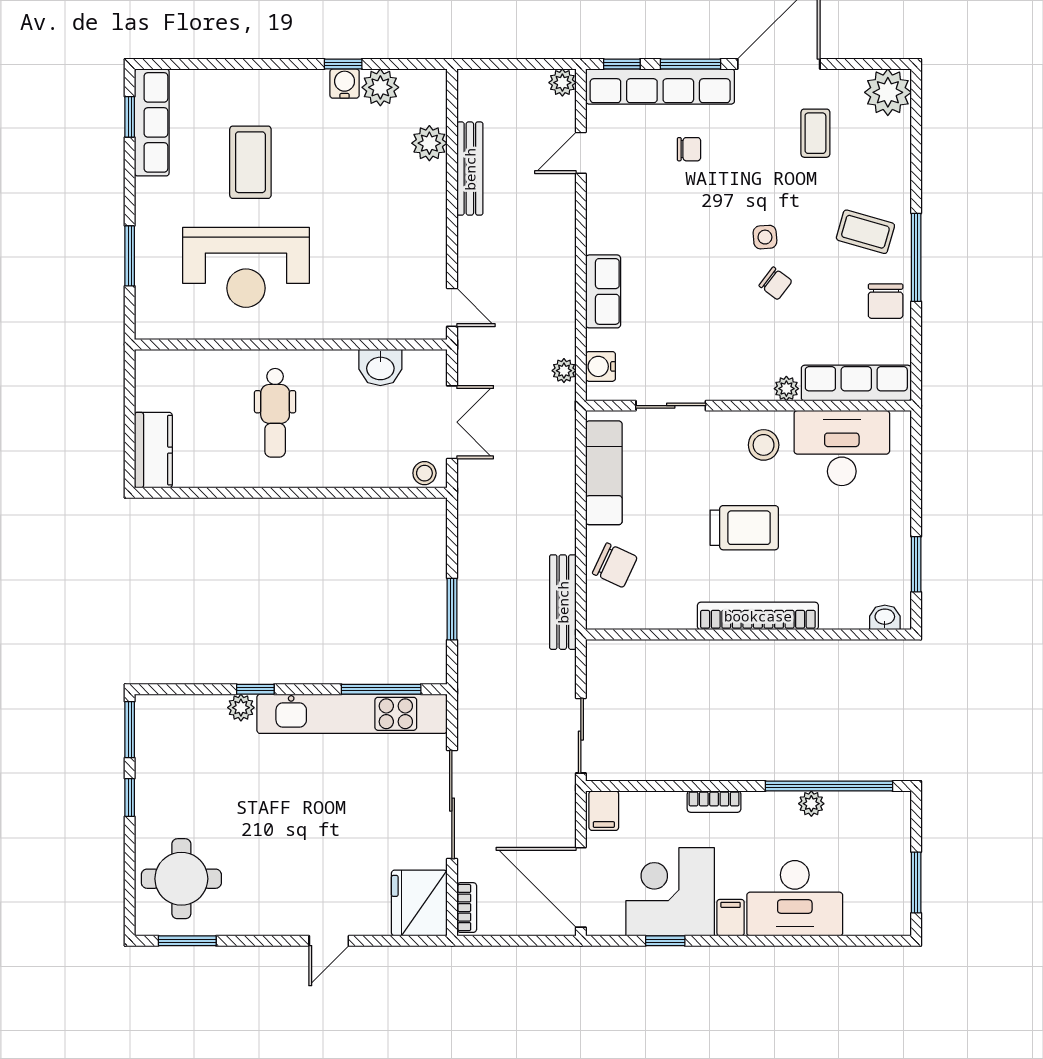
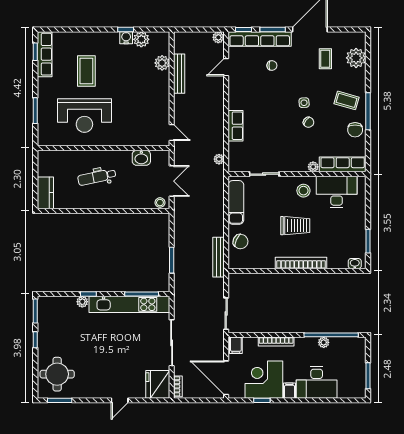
plant: (888, 92) -> (356, 58), moved
water cooler: (601, 366) -> (234, 157), removed
dental chair: (275, 413) -> (97, 177), turned 78
bookcase: (714, 802) -> (276, 342), width x1.56

